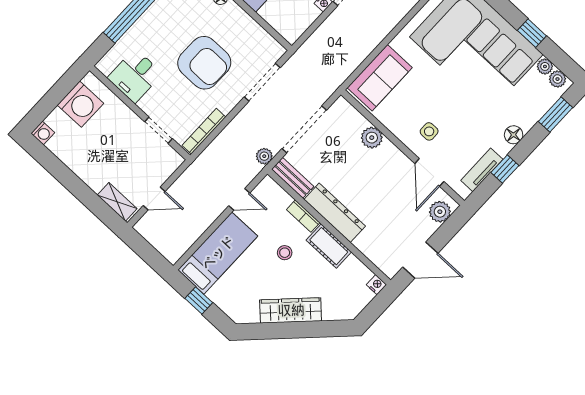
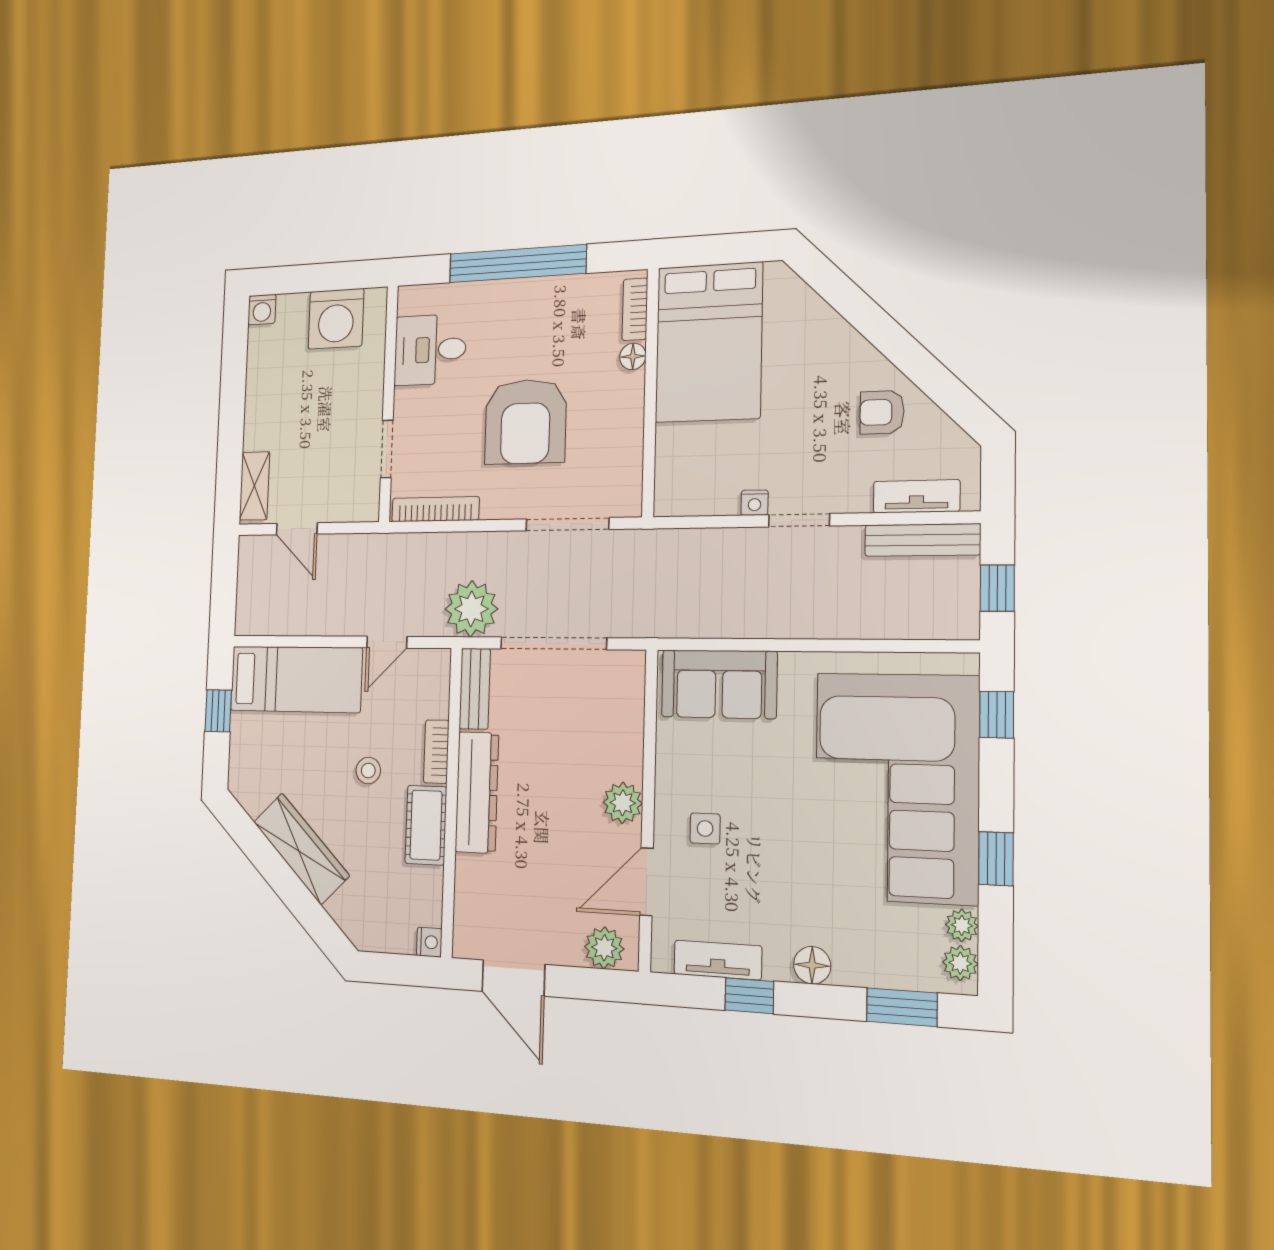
plant: (372, 138) -> (623, 803), moved
plant: (264, 156) -> (471, 609), width x1.88, depth x1.88
door: (239, 199) -> (387, 642), hinge flipped

